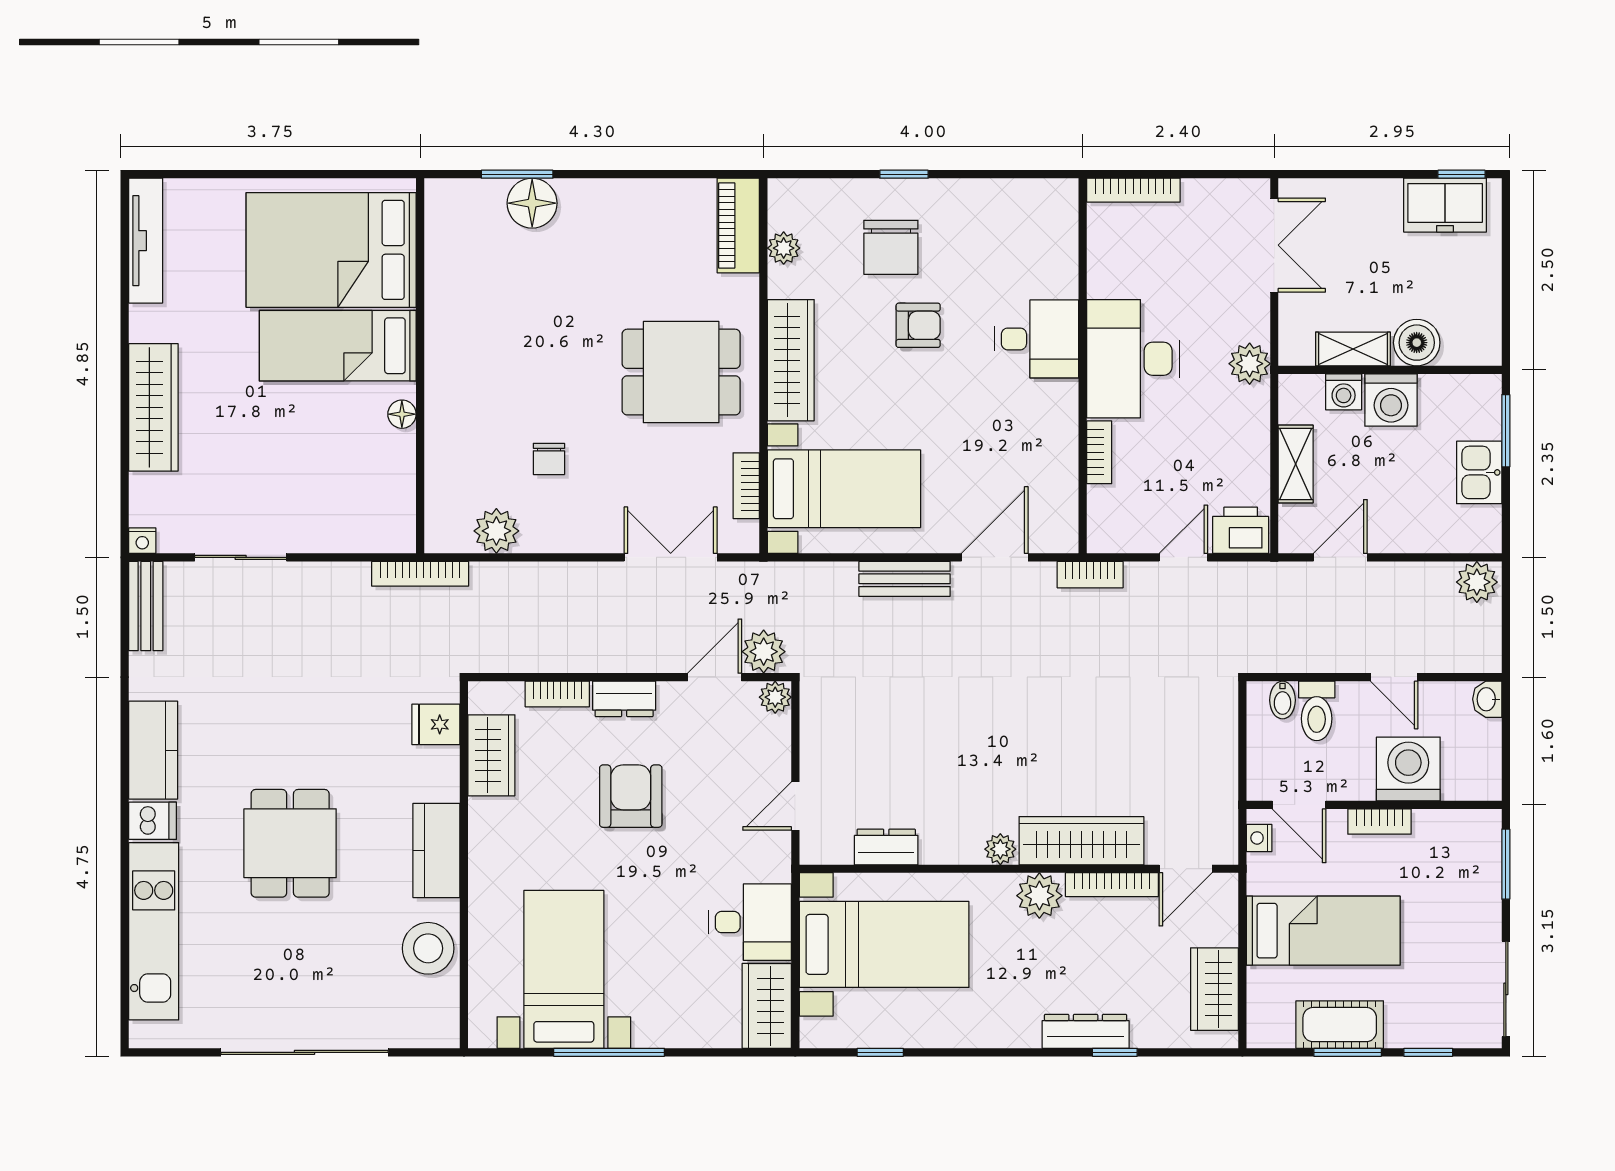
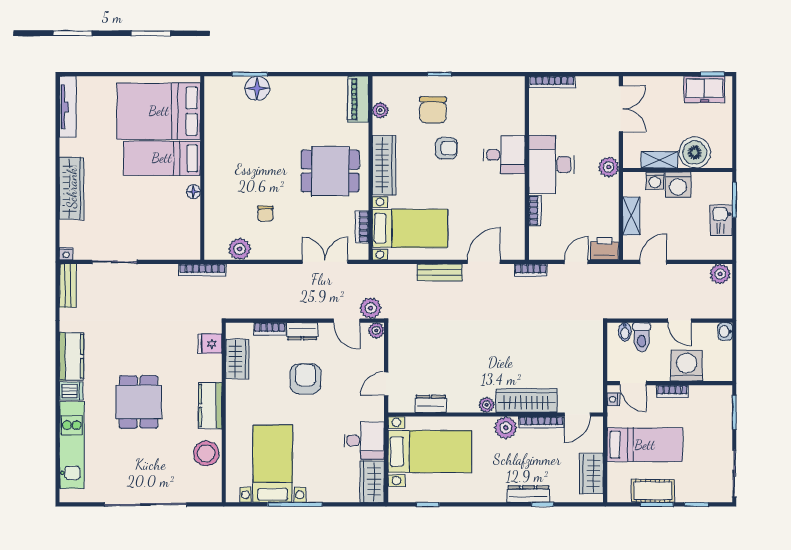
boiler: (1417, 343) -> (695, 152), width x1.37, depth x1.37
door: (715, 677) -> (347, 321), swing flipped

